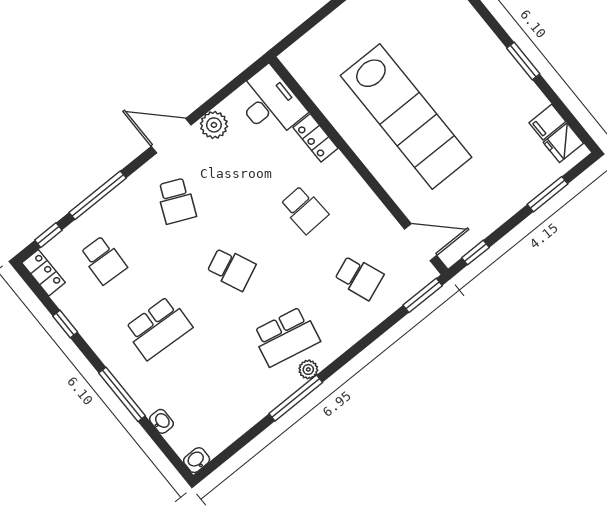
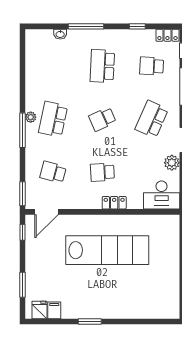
lab bench: (406, 116) -> (107, 250), turned 180
locker: (316, 138) -> (114, 203), moved
school desk: (176, 201) -> (152, 119), width x1.85
school desk: (359, 277) -> (53, 172), turned 36
window: (296, 398) -> (23, 130), moved
washbasin: (197, 460) -> (31, 36), removed

